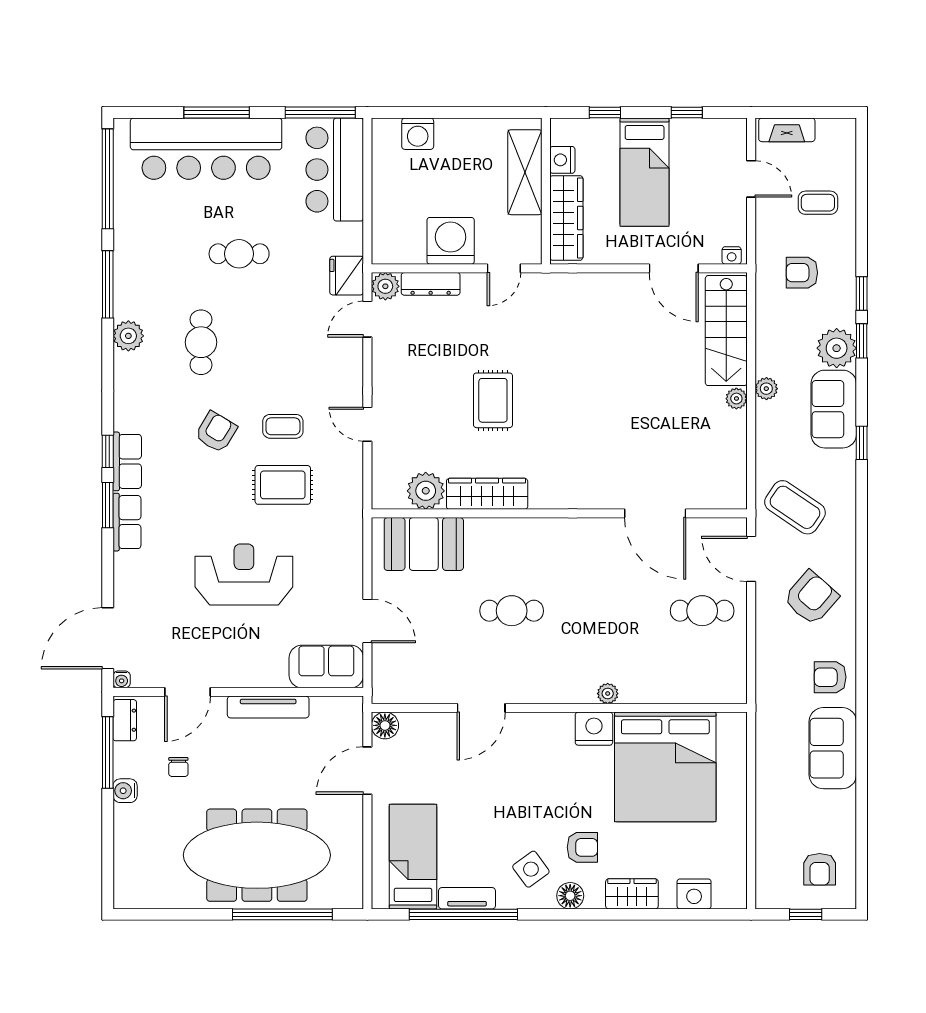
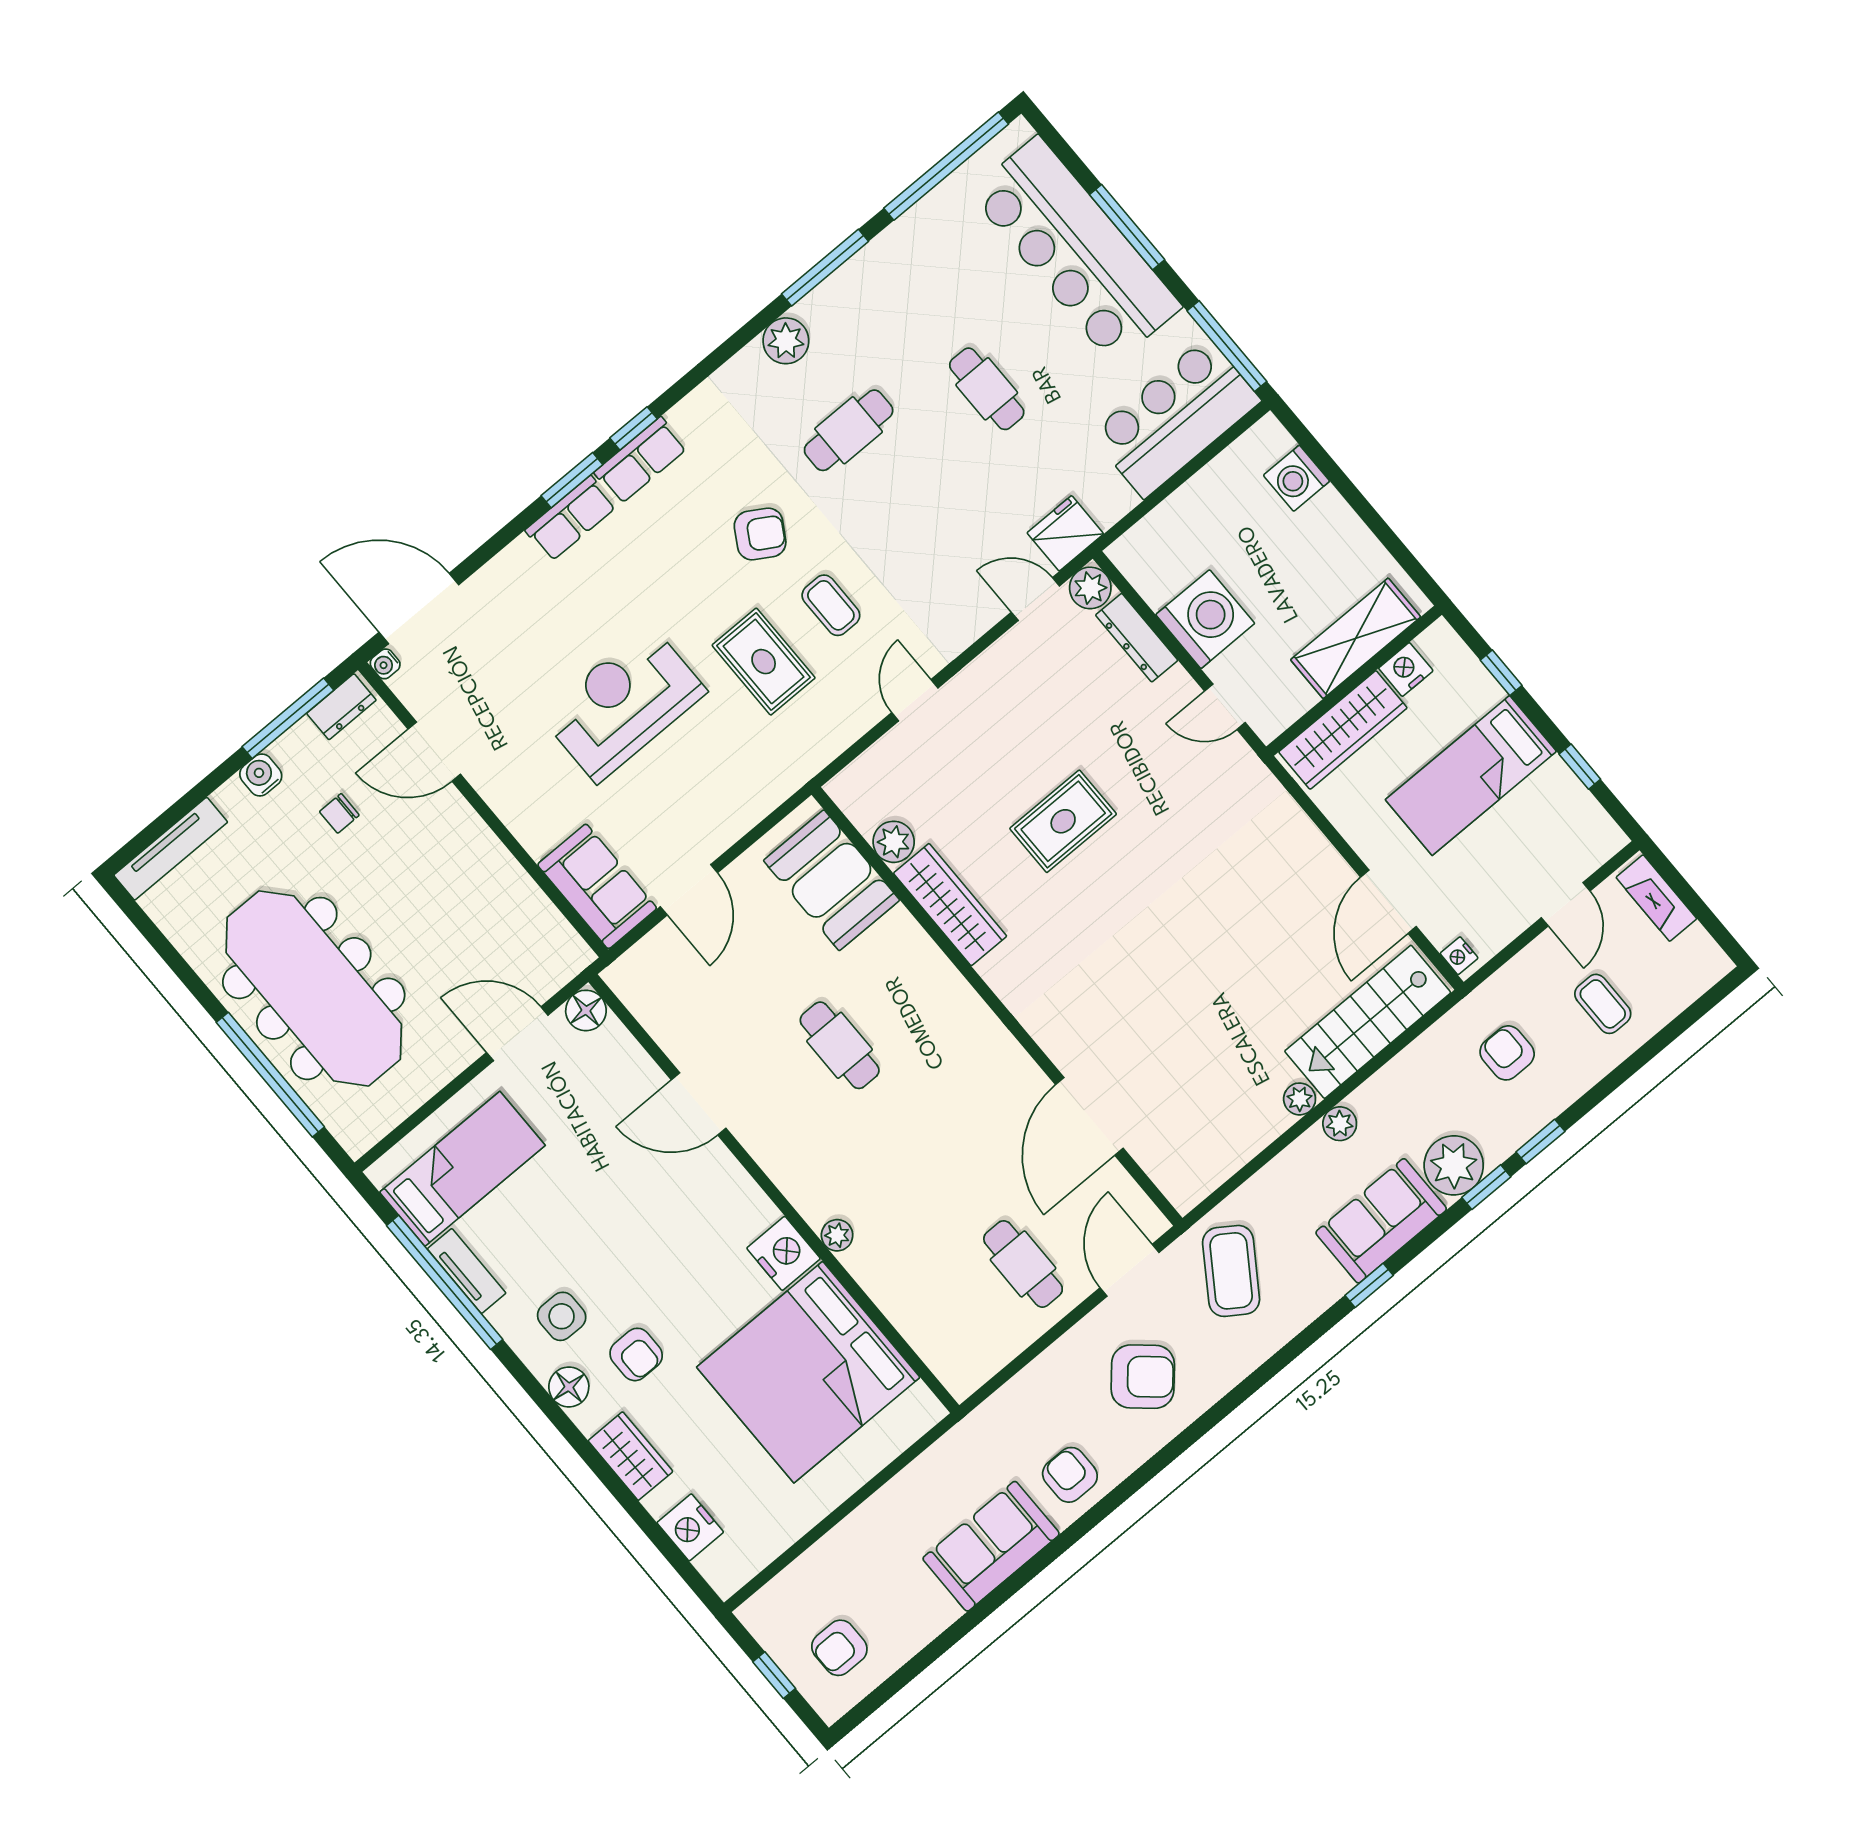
plant: (426, 491) -> (894, 842), width x0.73, depth x0.73
reception desk: (244, 575) -> (623, 703), turned -90
tv unit: (268, 707) -> (171, 849), moved, turned -90
side table: (531, 869) -> (562, 1316), turned 36

